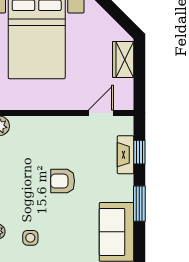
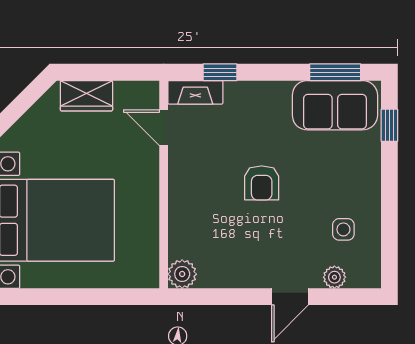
fireplace: (125, 155) -> (195, 92), moved
window: (139, 204) -> (335, 72), moved

